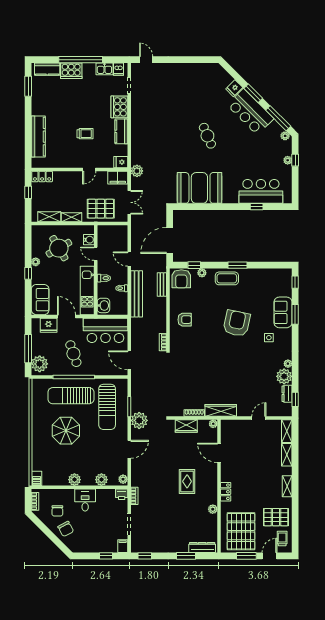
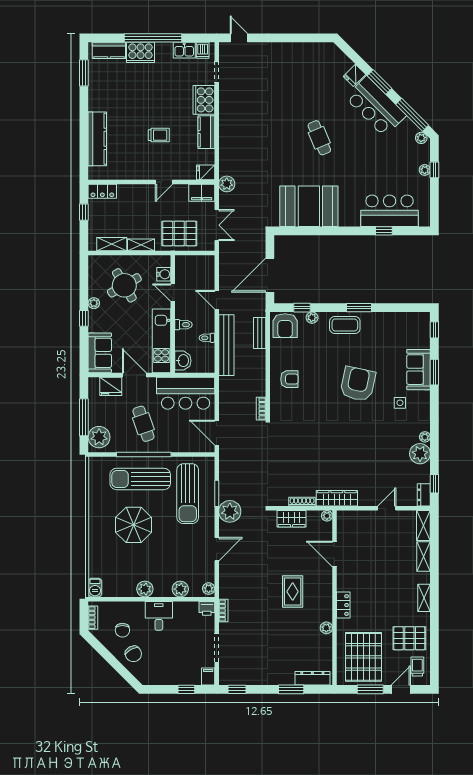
dresser: (287, 394) -> (424, 495), moved

